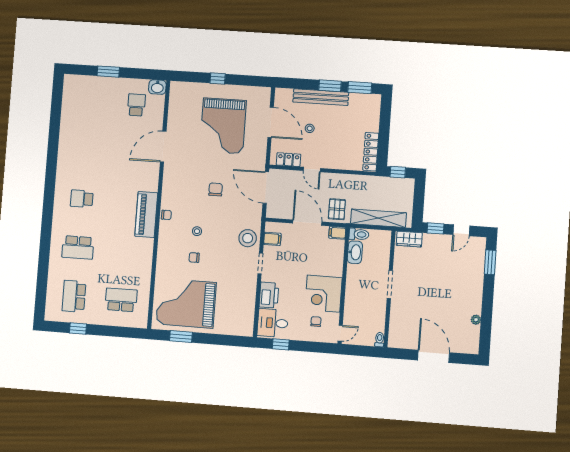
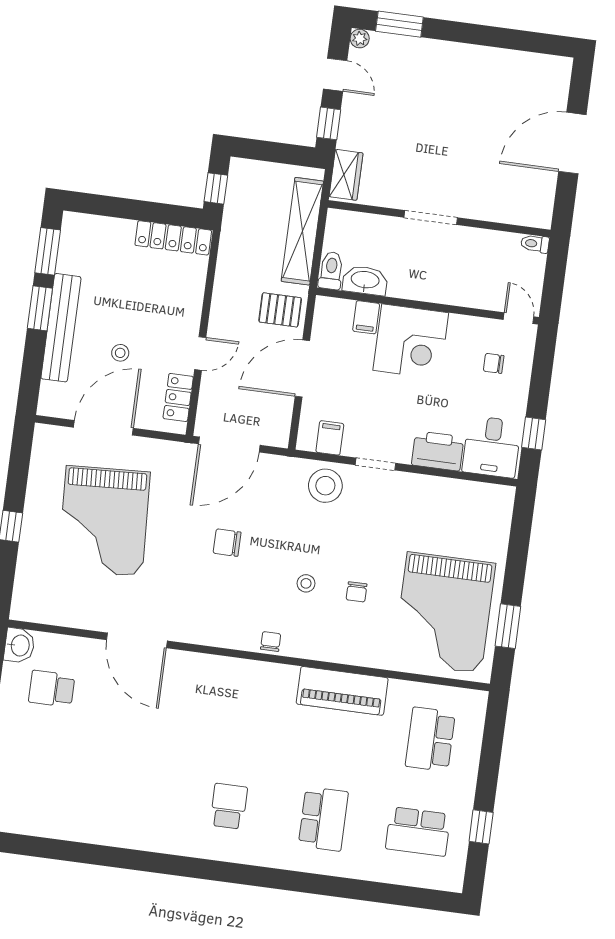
grand piano: (223, 126) -> (104, 521), turned 87
school desk: (82, 199) -> (229, 806), turned 180
piano: (146, 215) -> (342, 691), moved
filing cabinet: (337, 233) -> (366, 317), moved
corner desk: (323, 294) -> (411, 342), moved
plant: (476, 320) -> (360, 39), moved

